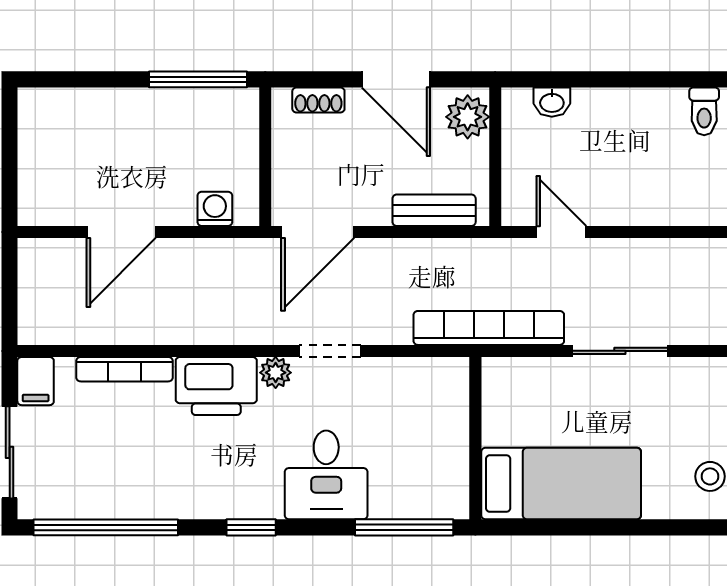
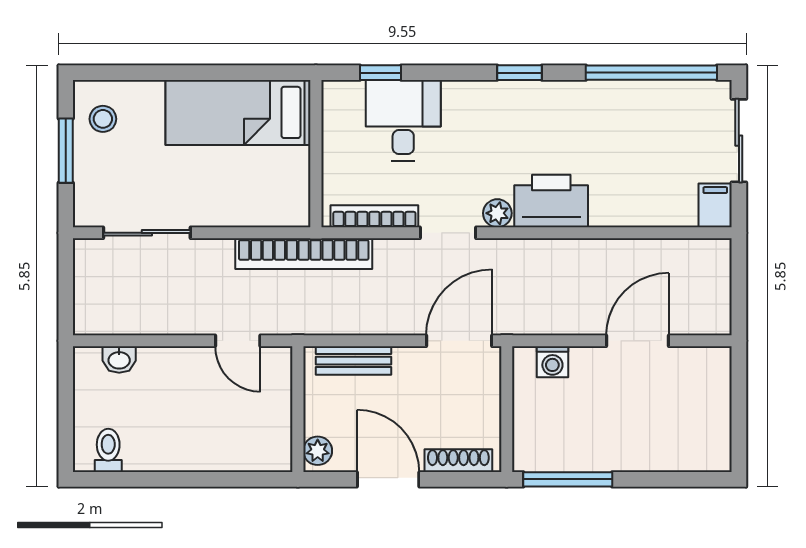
shoe rack: (318, 100) -> (458, 461), width x1.43
washbasin: (552, 102) -> (119, 360), moved, turned 180
plant: (468, 117) -> (318, 451), width x0.73, depth x0.73
sliding door: (620, 351) -> (147, 233), moved
bookcase: (125, 369) -> (374, 216), moved
desk: (326, 475) -> (403, 120), moved
window: (404, 527) -> (381, 73), width x0.46

